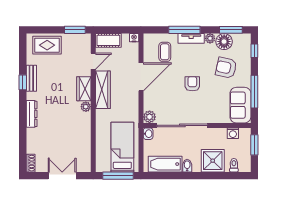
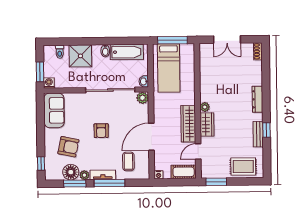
window: (231, 30) -> (75, 183), moved
window: (254, 92) -> (41, 124), removed
washing machine: (233, 133) -> (49, 83), moved

